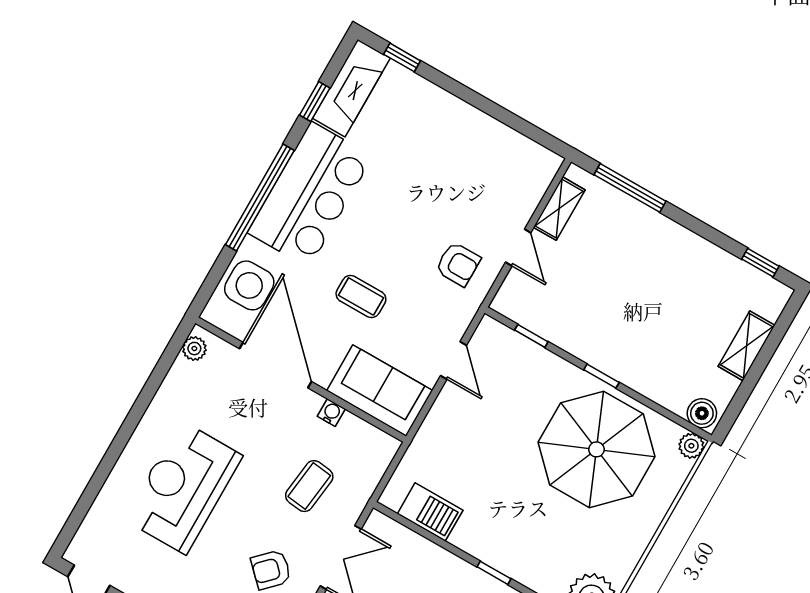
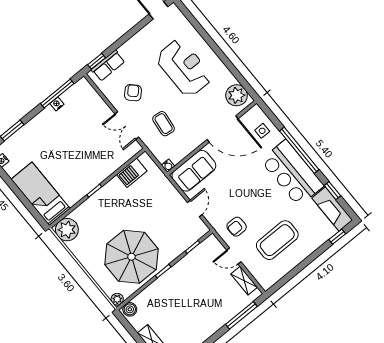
side table: (249, 285) -> (262, 131), width x0.54, depth x0.54
coffee table: (361, 296) -> (277, 240), moved, width x1.86, depth x1.72
plant: (194, 349) -> (237, 95), width x1.88, depth x1.88
door: (453, 360) -> (195, 208), swing flipped
water cooler: (331, 413) -> (168, 166), moved

